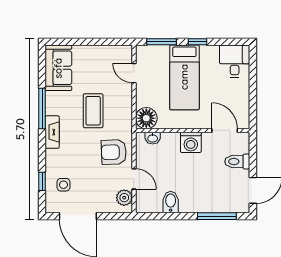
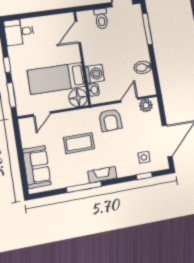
sofa: (58, 68) -> (37, 167), moved, turned 90
bed: (184, 77) -> (56, 78), moved, turned 180
washing machine: (191, 142) -> (95, 74), moved

